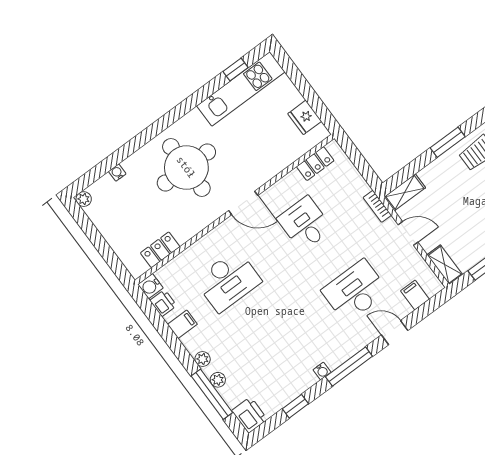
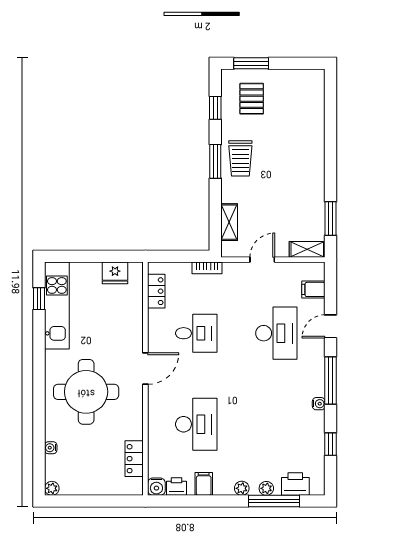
window: (448, 142) -> (215, 161), moved
shelving: (405, 192) -> (229, 222), moved
bookcase: (377, 206) -> (207, 268), moved
desk: (305, 224) -> (196, 333), turned 180
desk: (355, 291) -> (276, 333), turned 180
printer: (250, 415) -> (295, 484), moved

